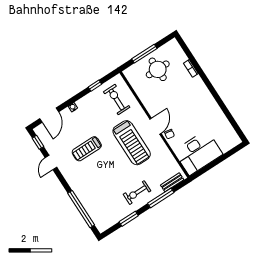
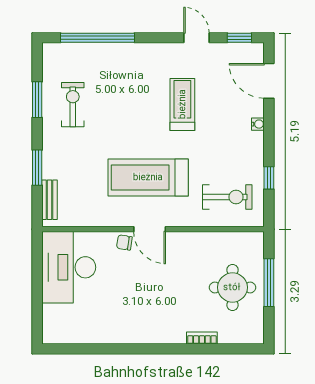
exercise bike: (137, 193) -> (73, 105), moved
window: (161, 198) -> (37, 168), width x0.69

